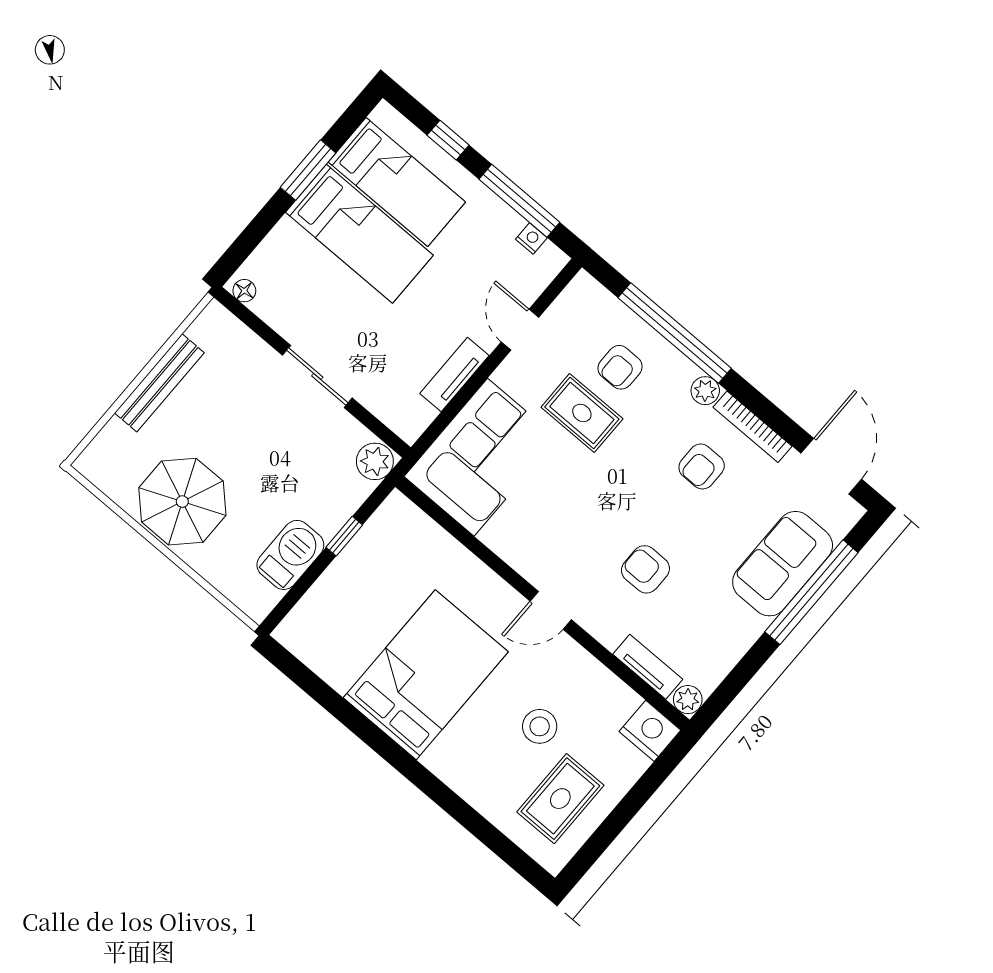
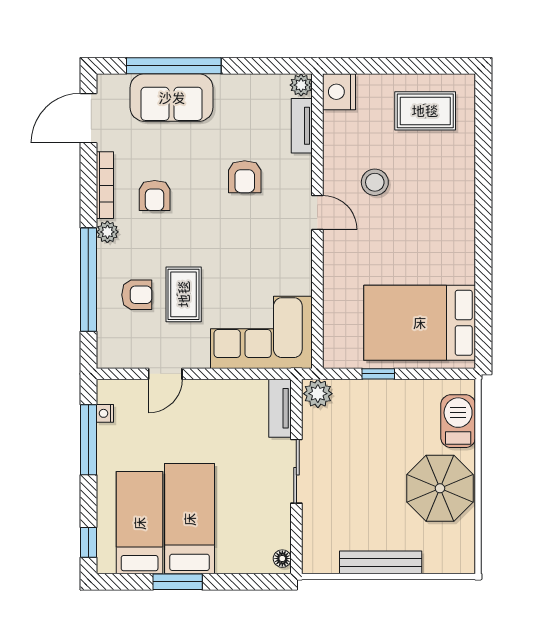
window: (448, 140) -> (88, 542), moved
tv unit: (454, 375) -> (280, 408), moved, turned 90
armchair: (702, 466) -> (155, 195), turned 90
barbecue: (290, 555) -> (458, 421), moved, turned 90
bed: (426, 675) -> (420, 323), moved
stool: (540, 726) -> (375, 182), moved

